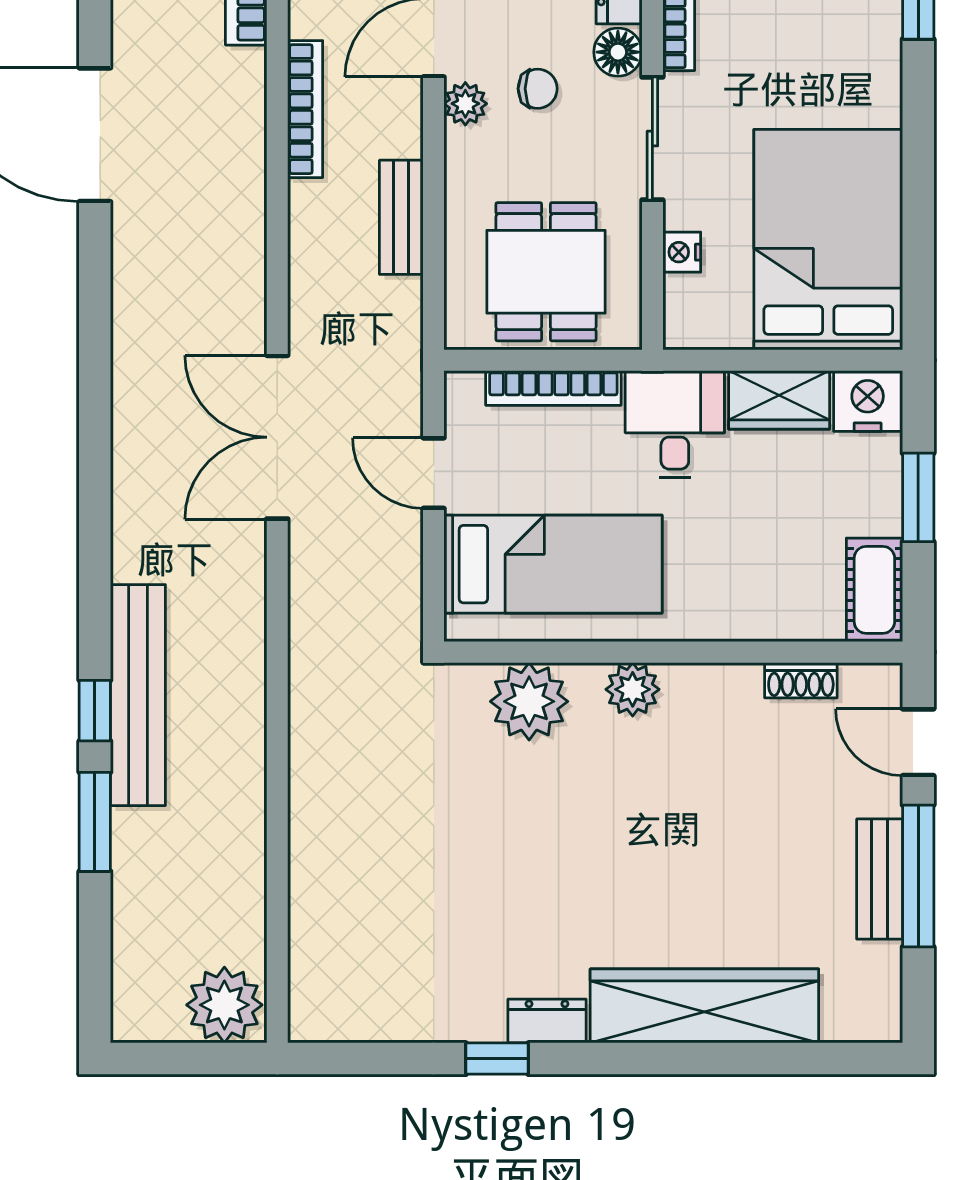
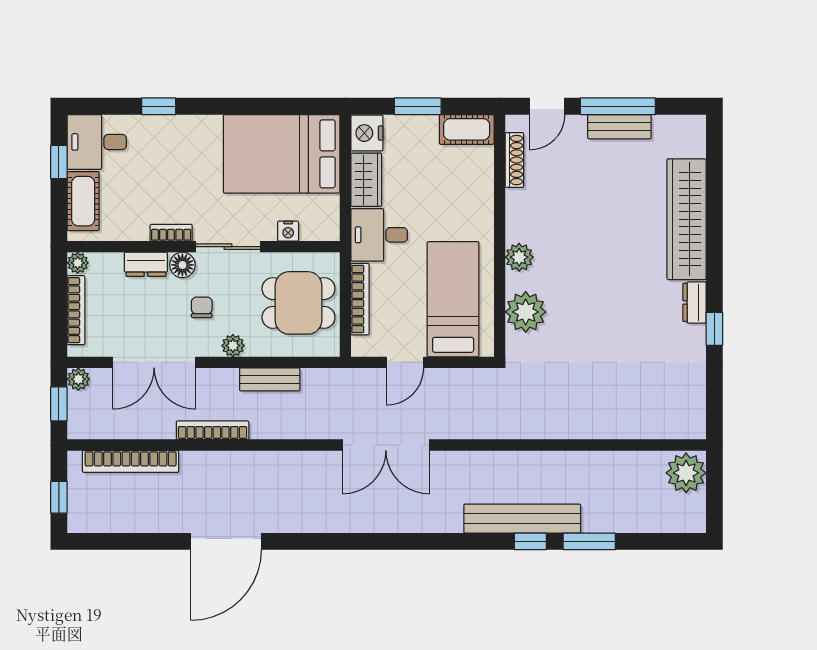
plant: (465, 104) -> (233, 346), moved
shoe rack: (801, 680) -> (514, 160), width x1.43

